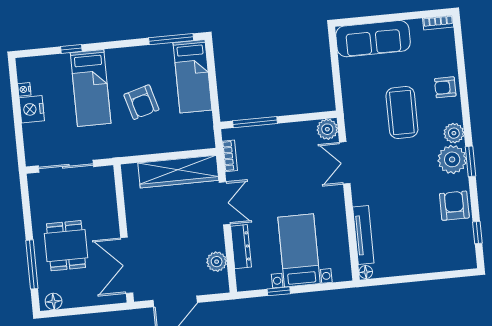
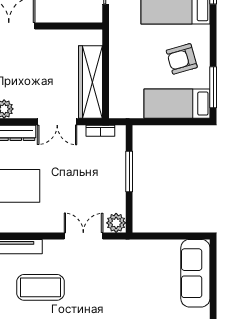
armchair: (141, 102) -> (182, 59), moved
coffee table: (402, 112) -> (40, 287), moved
window: (255, 122) -> (129, 172), moved

